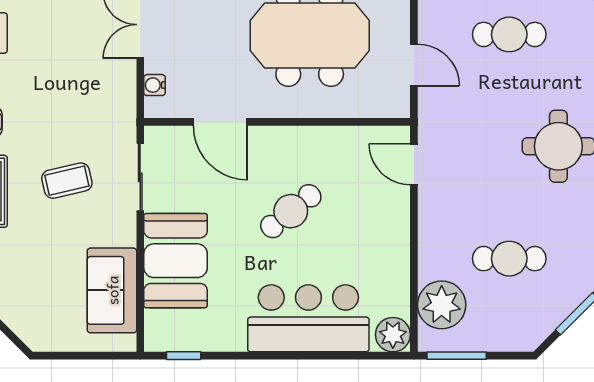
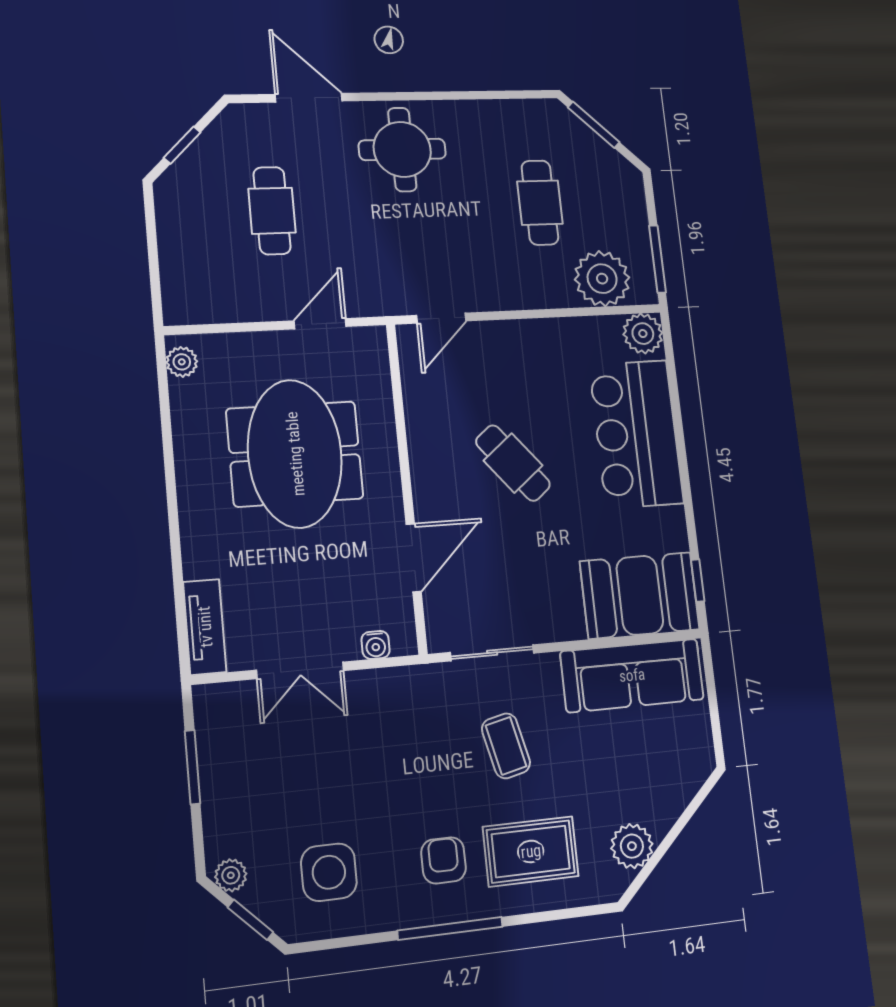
booth: (176, 261) -> (640, 595), moved
sofa: (112, 290) -> (632, 675), width x1.36

